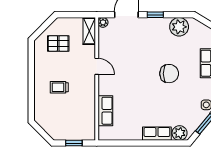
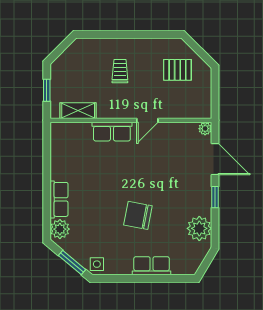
shelving: (89, 31) -> (78, 111), moved
pallet: (58, 43) -> (177, 70), turned 90
chair: (169, 74) -> (138, 215), turned 101
row of seats: (105, 111) -> (112, 132), moved

